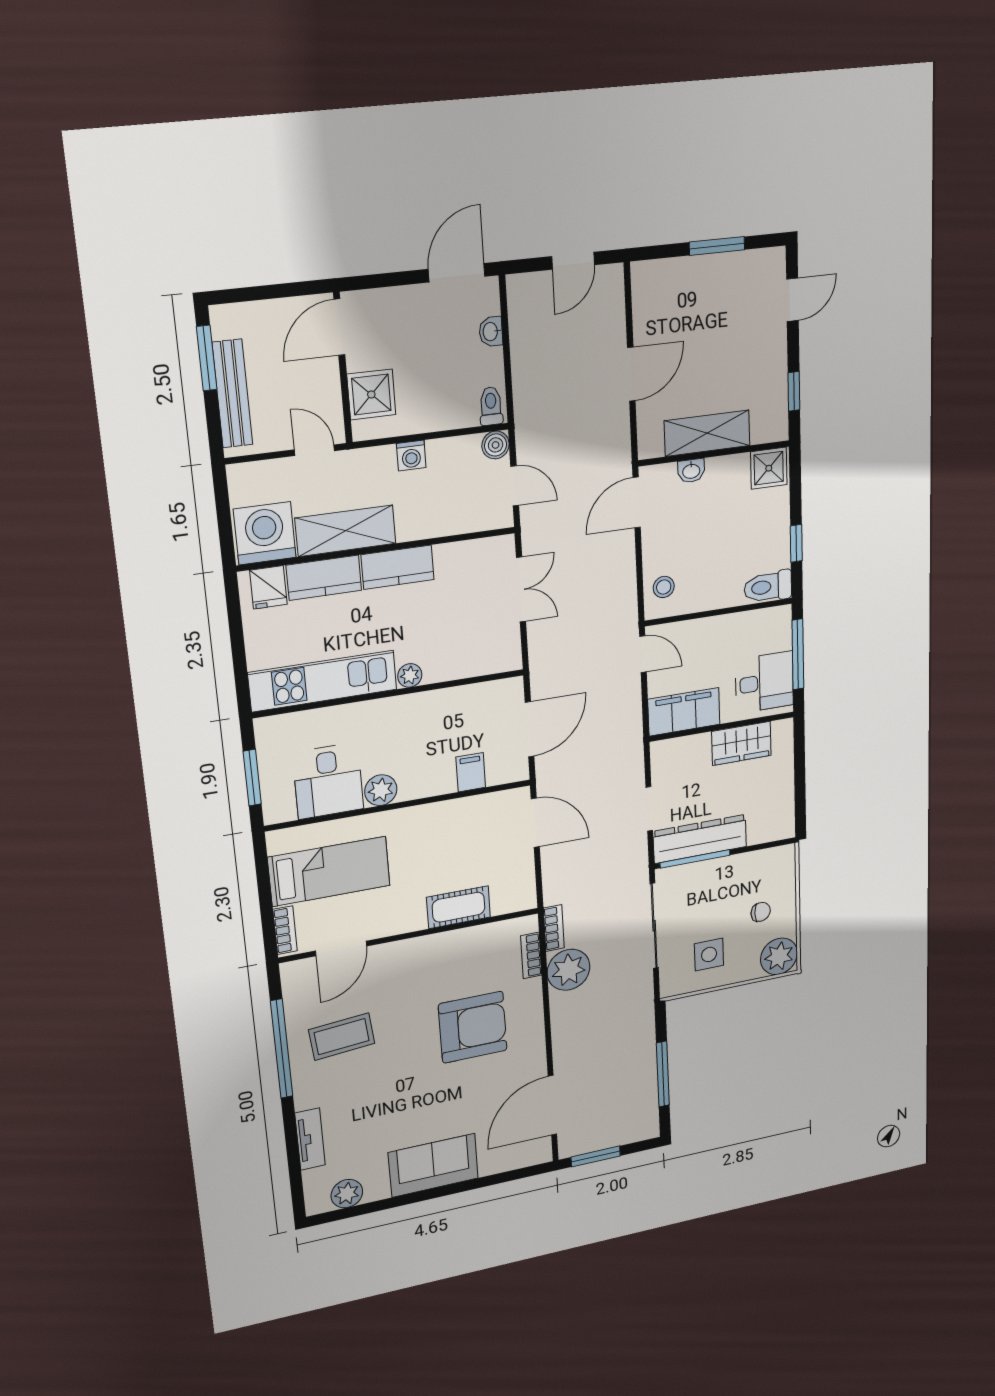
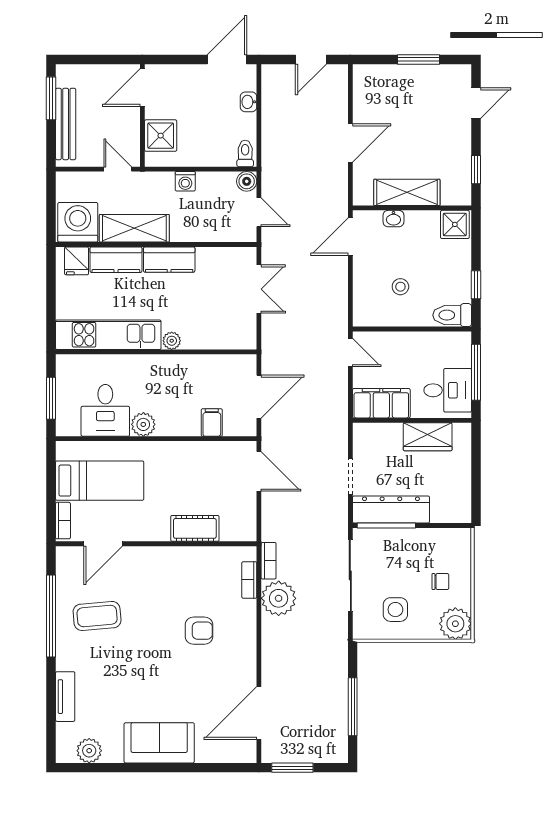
stool: (664, 587) -> (400, 287), moved
armchair: (473, 1027) -> (199, 631), width x0.53, depth x0.53

